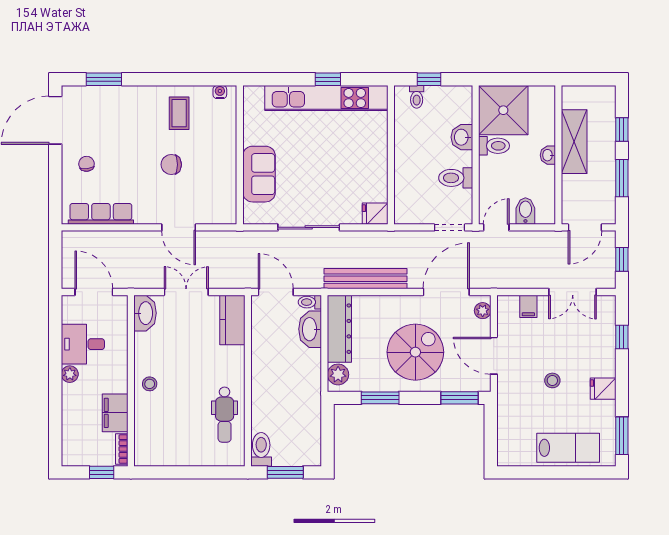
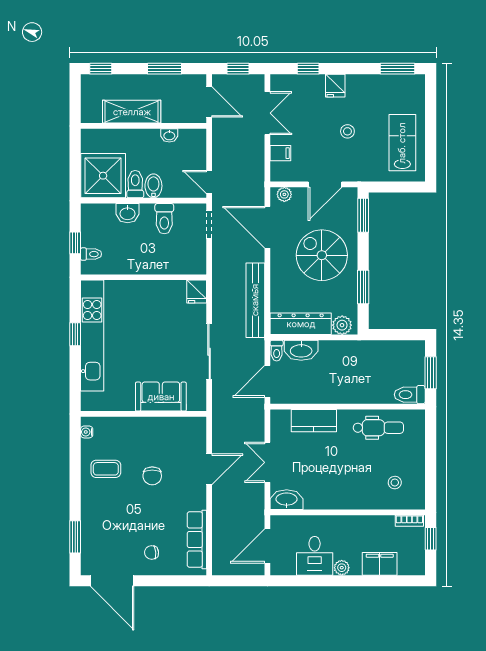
window: (622, 130) -> (101, 69), moved
washbasin: (548, 155) -> (169, 135), moved
bidet: (525, 211) -> (153, 186), moved, turned 90
kitchen counter: (232, 320) -> (314, 421), moved
stool: (150, 384) -> (395, 483), moved
fridge: (603, 389) -> (335, 86), moved
filing cabinet: (115, 413) -> (380, 564), moved, turned 180
lab bench: (568, 448) -> (402, 143), moved

